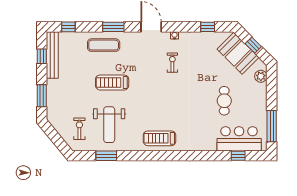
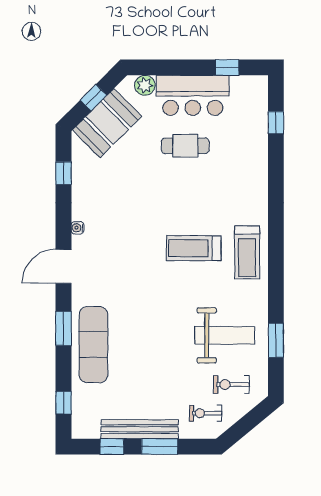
exercise mat: (104, 45) -> (93, 345), width x1.36, depth x1.45
bench: (52, 55) -> (140, 429), moved
exercise bike: (172, 63) -> (206, 413), moved
treadmill: (112, 82) -> (194, 248), moved, turned 90
window: (42, 96) -> (160, 447), moved
window: (272, 126) -> (227, 67), width x0.46
bar counter: (239, 139) -> (193, 95), moved, turned -90

